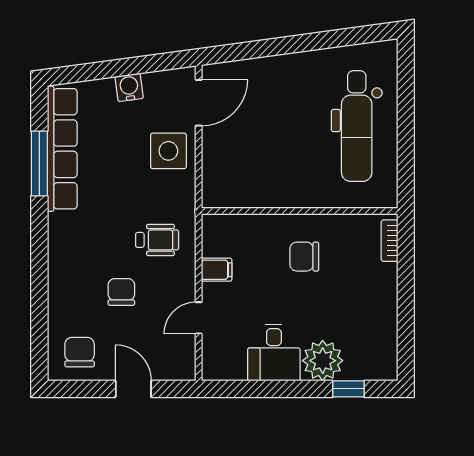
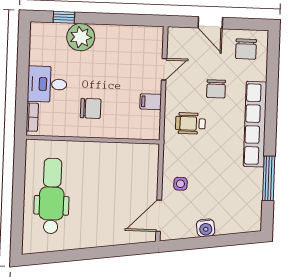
row of seats: (62, 149) -> (255, 124), moved
side table: (168, 151) -> (180, 184), width x0.54, depth x0.54
desk: (274, 352) -> (47, 84), moved, turned -90

